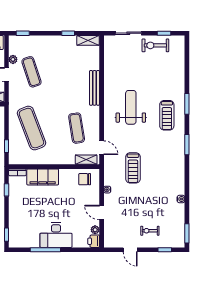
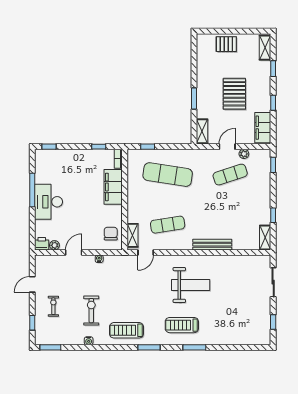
exercise bike: (155, 45) -> (91, 311), moved
exercise mat: (32, 128) -> (168, 175), turned 30
treadmill: (133, 168) -> (126, 330), moved

